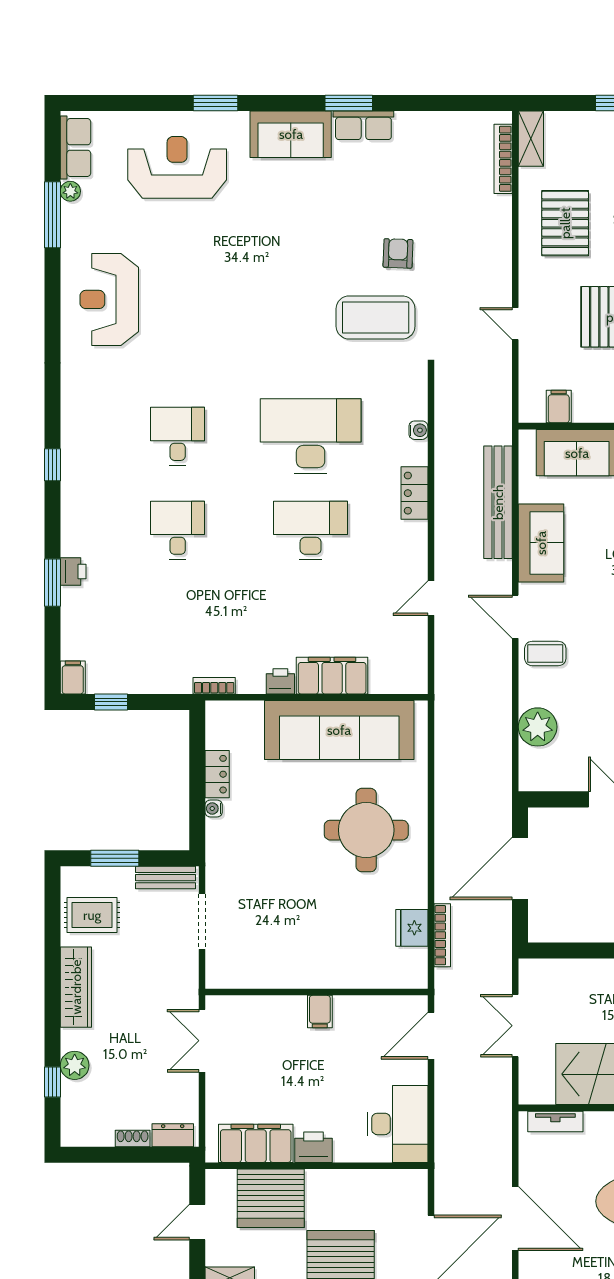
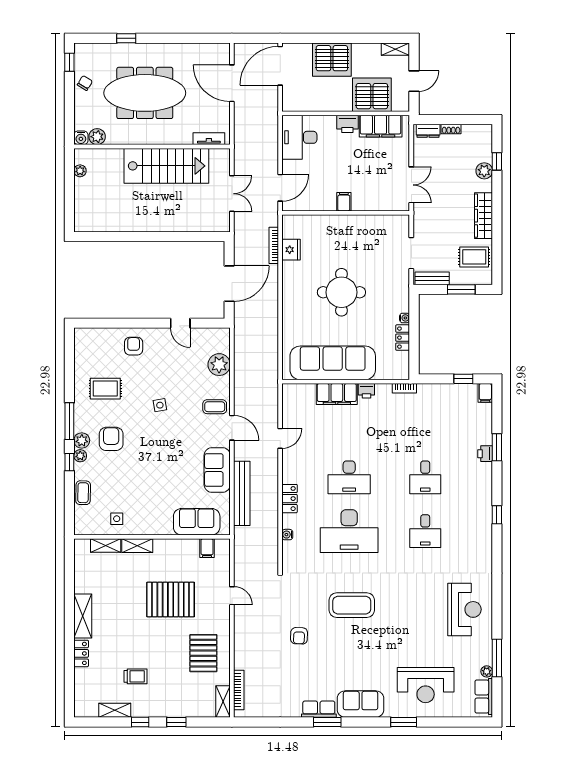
coffee table: (376, 317) -> (352, 605), moved
round table: (366, 830) -> (341, 292), moved

